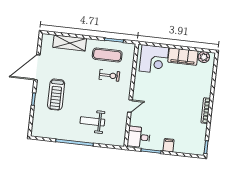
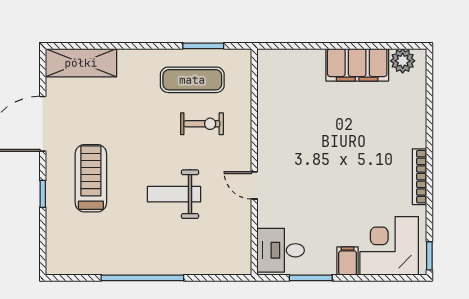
shelving: (70, 43) -> (81, 63), moved
corner desk: (154, 59) -> (389, 246), moved, turned 180
treadmill: (56, 95) -> (91, 178), turned 180
door: (130, 106) -> (254, 185), swing flipped
weight bench: (92, 121) -> (174, 194), moved

